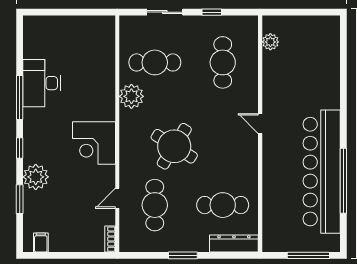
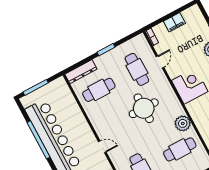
round table: (174, 146) -> (144, 108), turned -32
filing cabinet: (41, 243) -> (174, 22), moved, width x2.00

